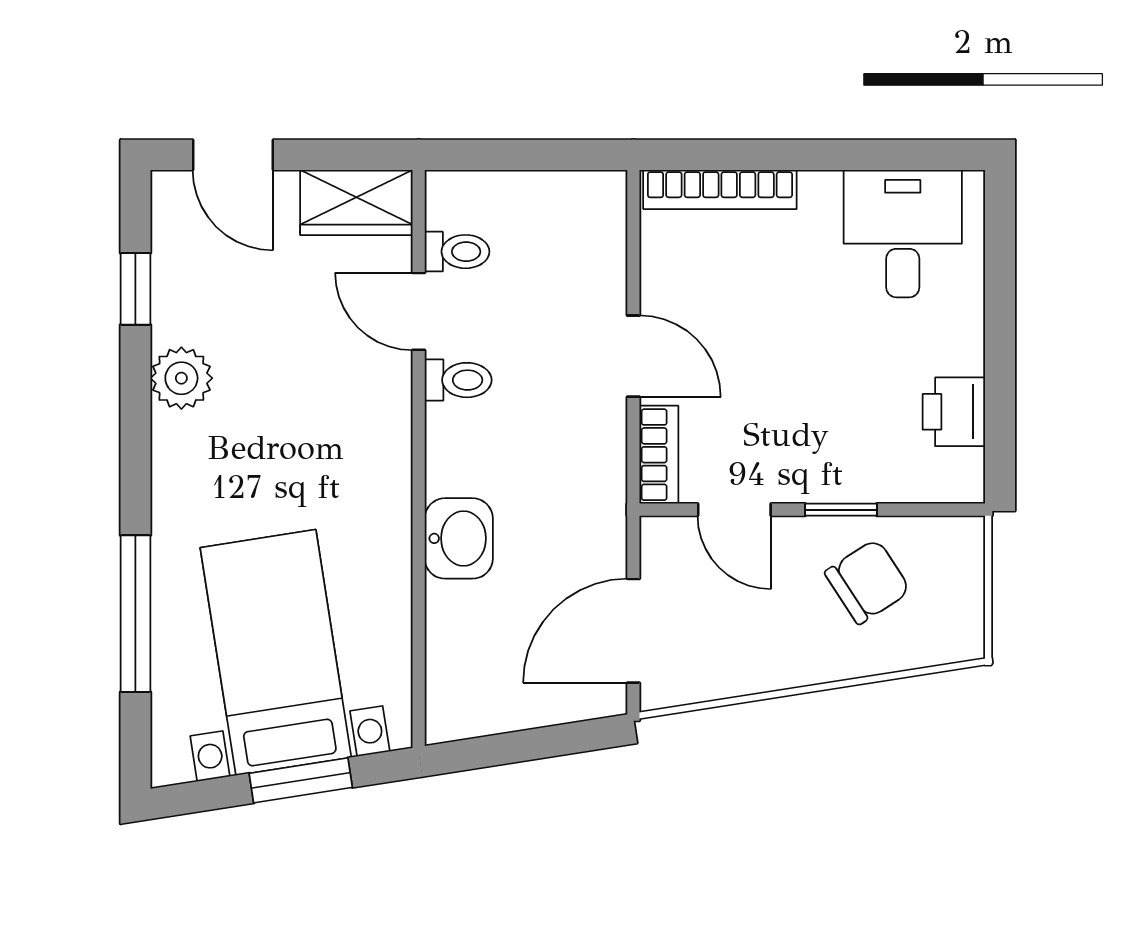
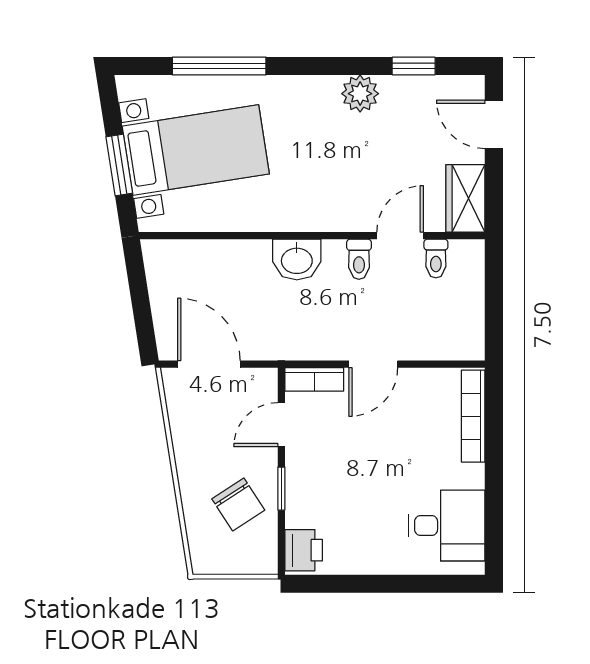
door: (233, 155) -> (494, 124), hinge flipped
printer: (954, 412) -> (304, 550), moved, turned 90
washbasin: (459, 538) -> (297, 260), moved

